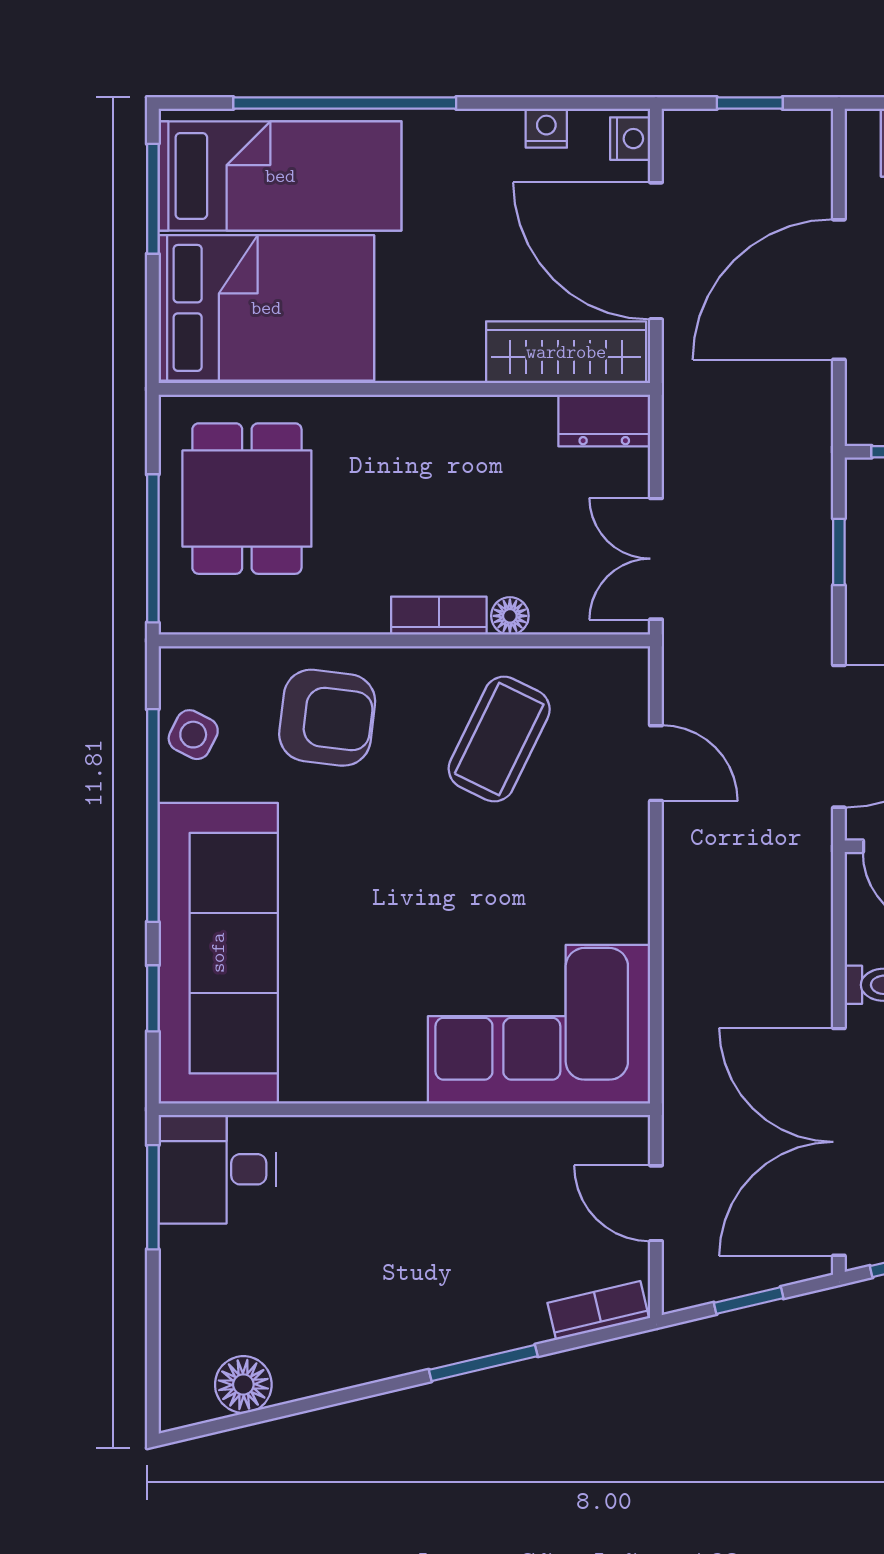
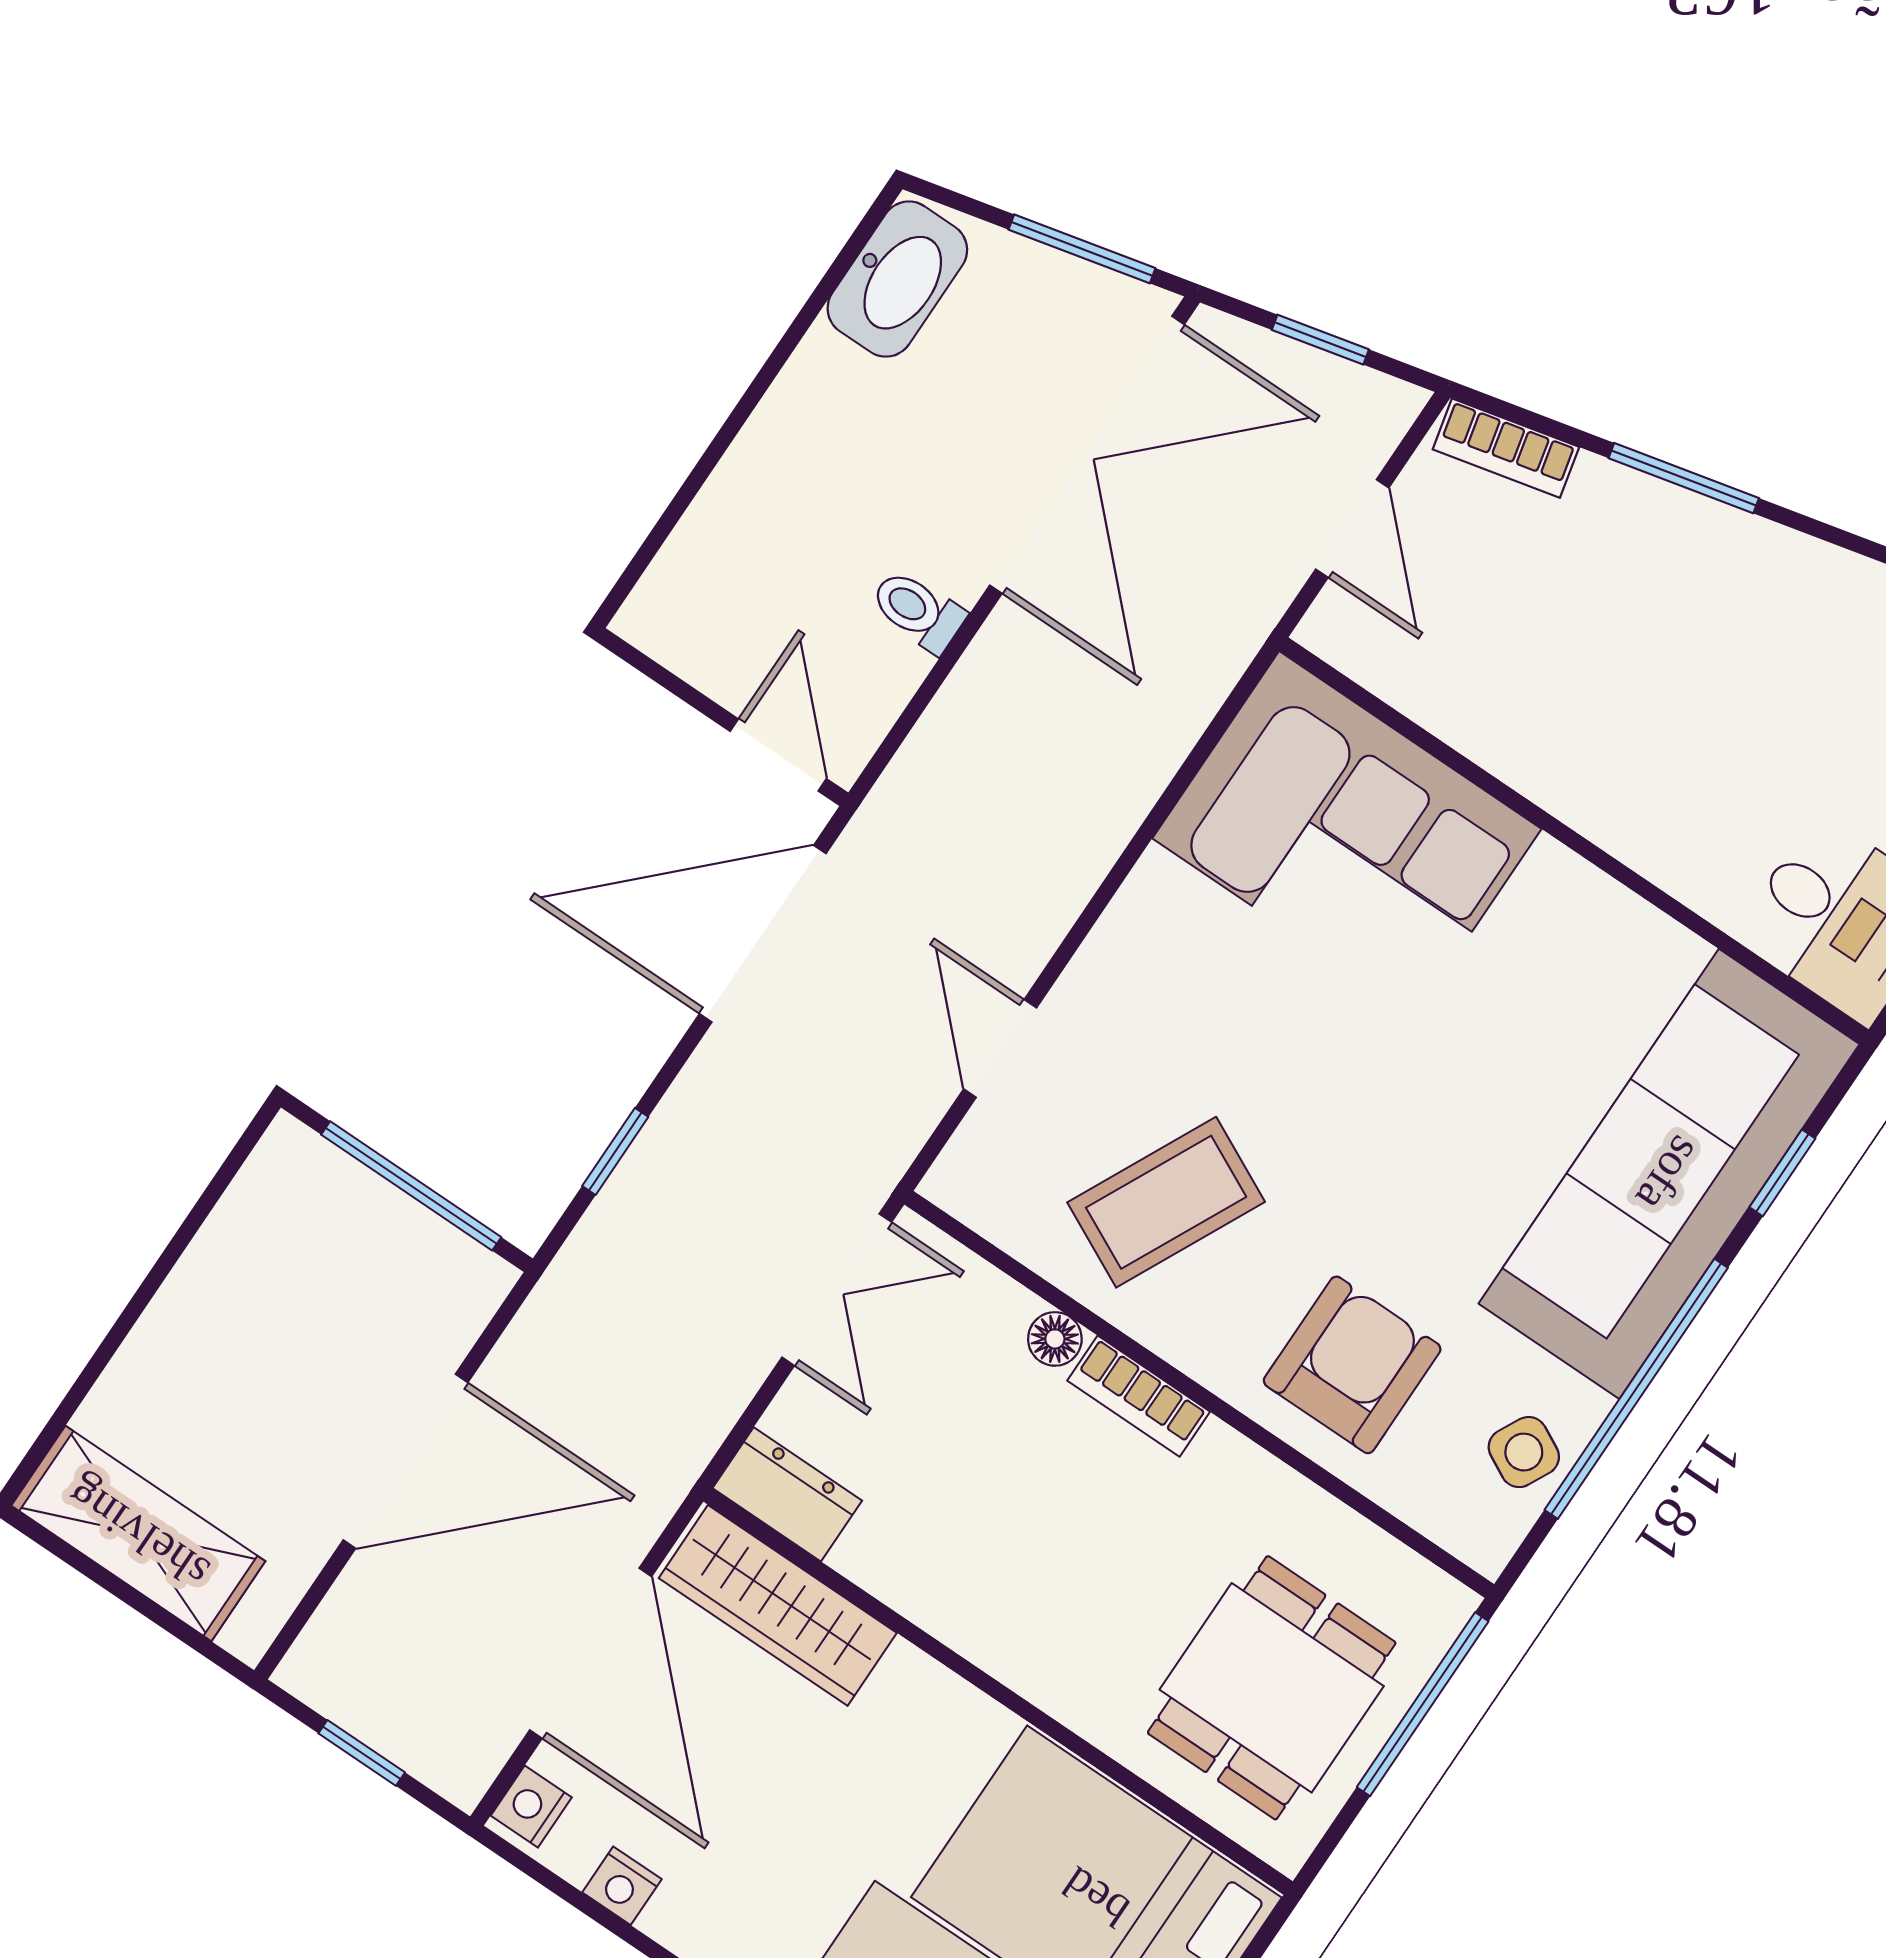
armchair: (327, 718) -> (1352, 1365), turned 83

